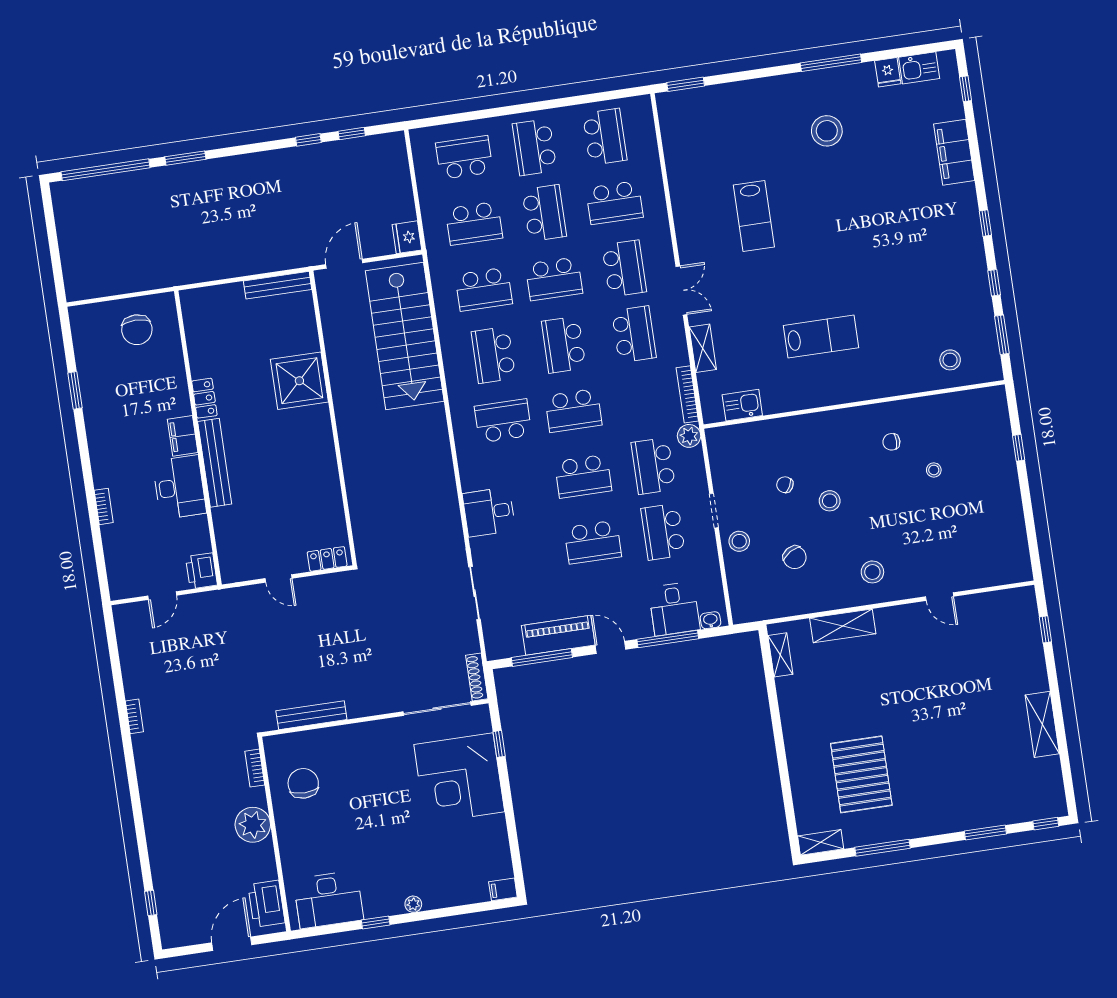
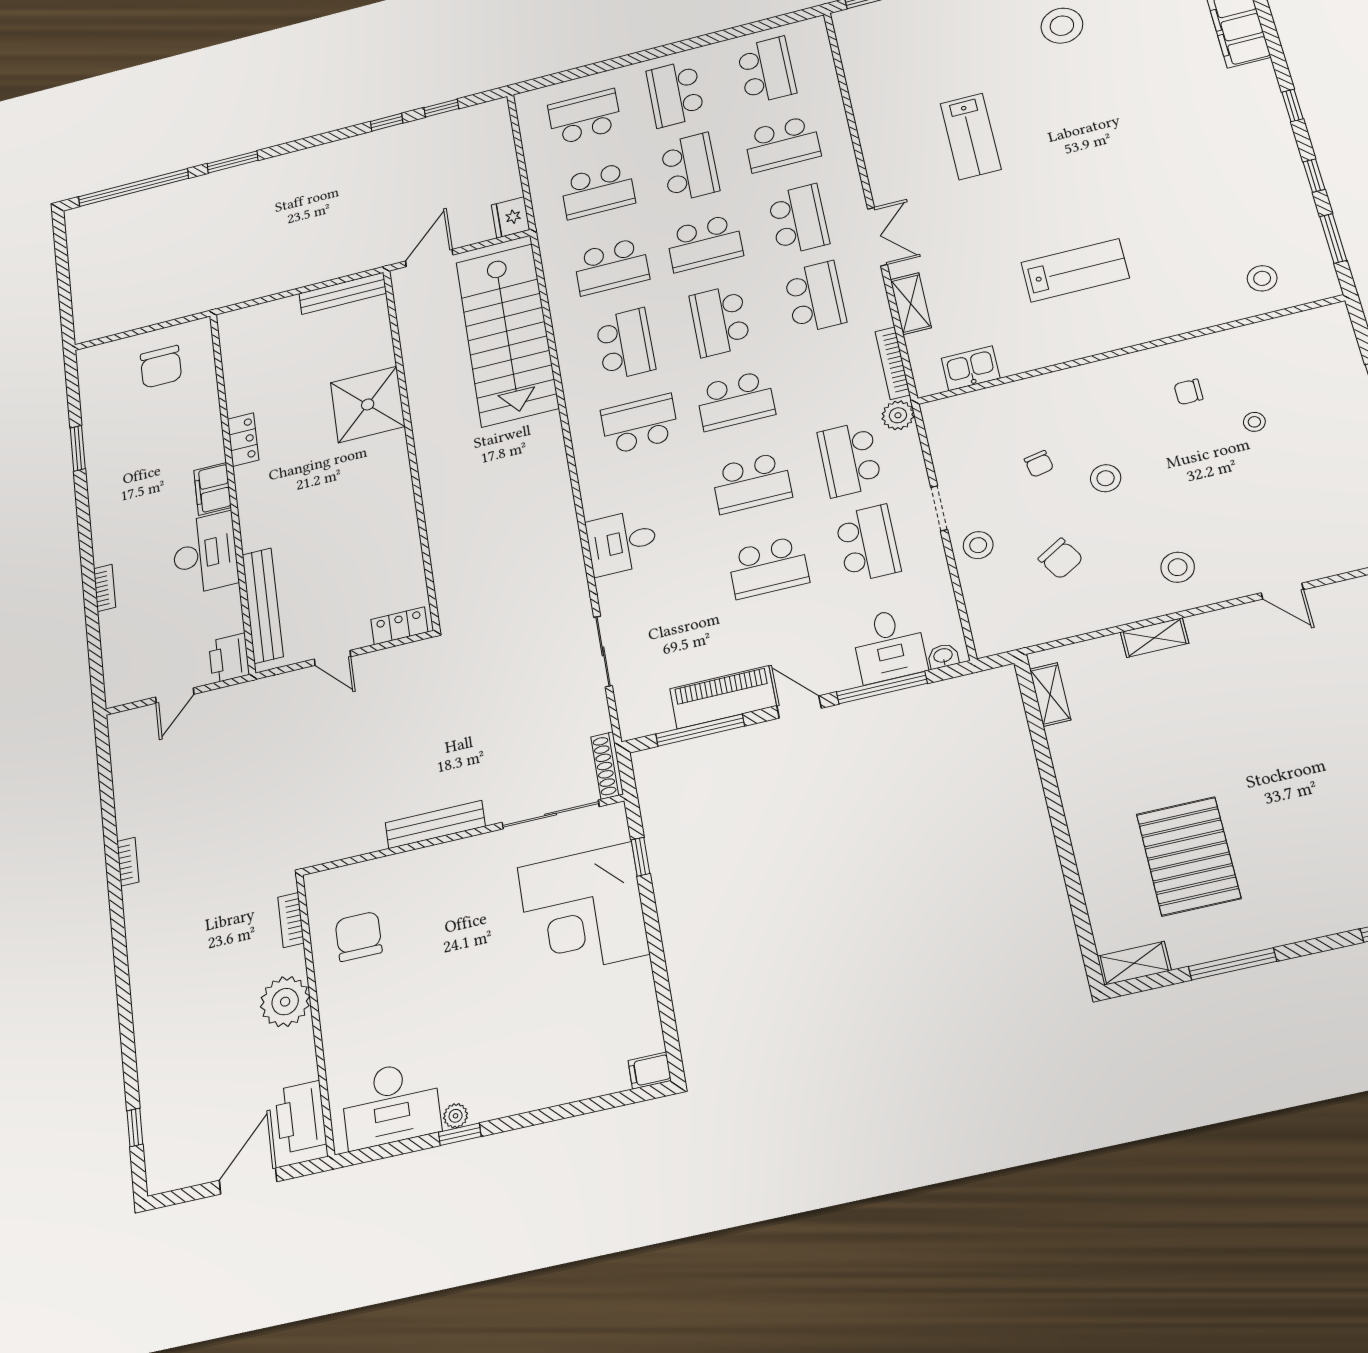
school desk: (493, 355) -> (625, 344), turned 180
bench: (215, 463) -> (263, 605), moved
chair: (785, 485) -> (1039, 464), turned -129
school desk: (663, 532) -> (868, 543), turned 180
shelving: (843, 626) -> (1155, 638), width x0.67, depth x0.75
bench: (311, 715) -> (435, 824), moved
plant: (413, 904) -> (456, 1116), moved

